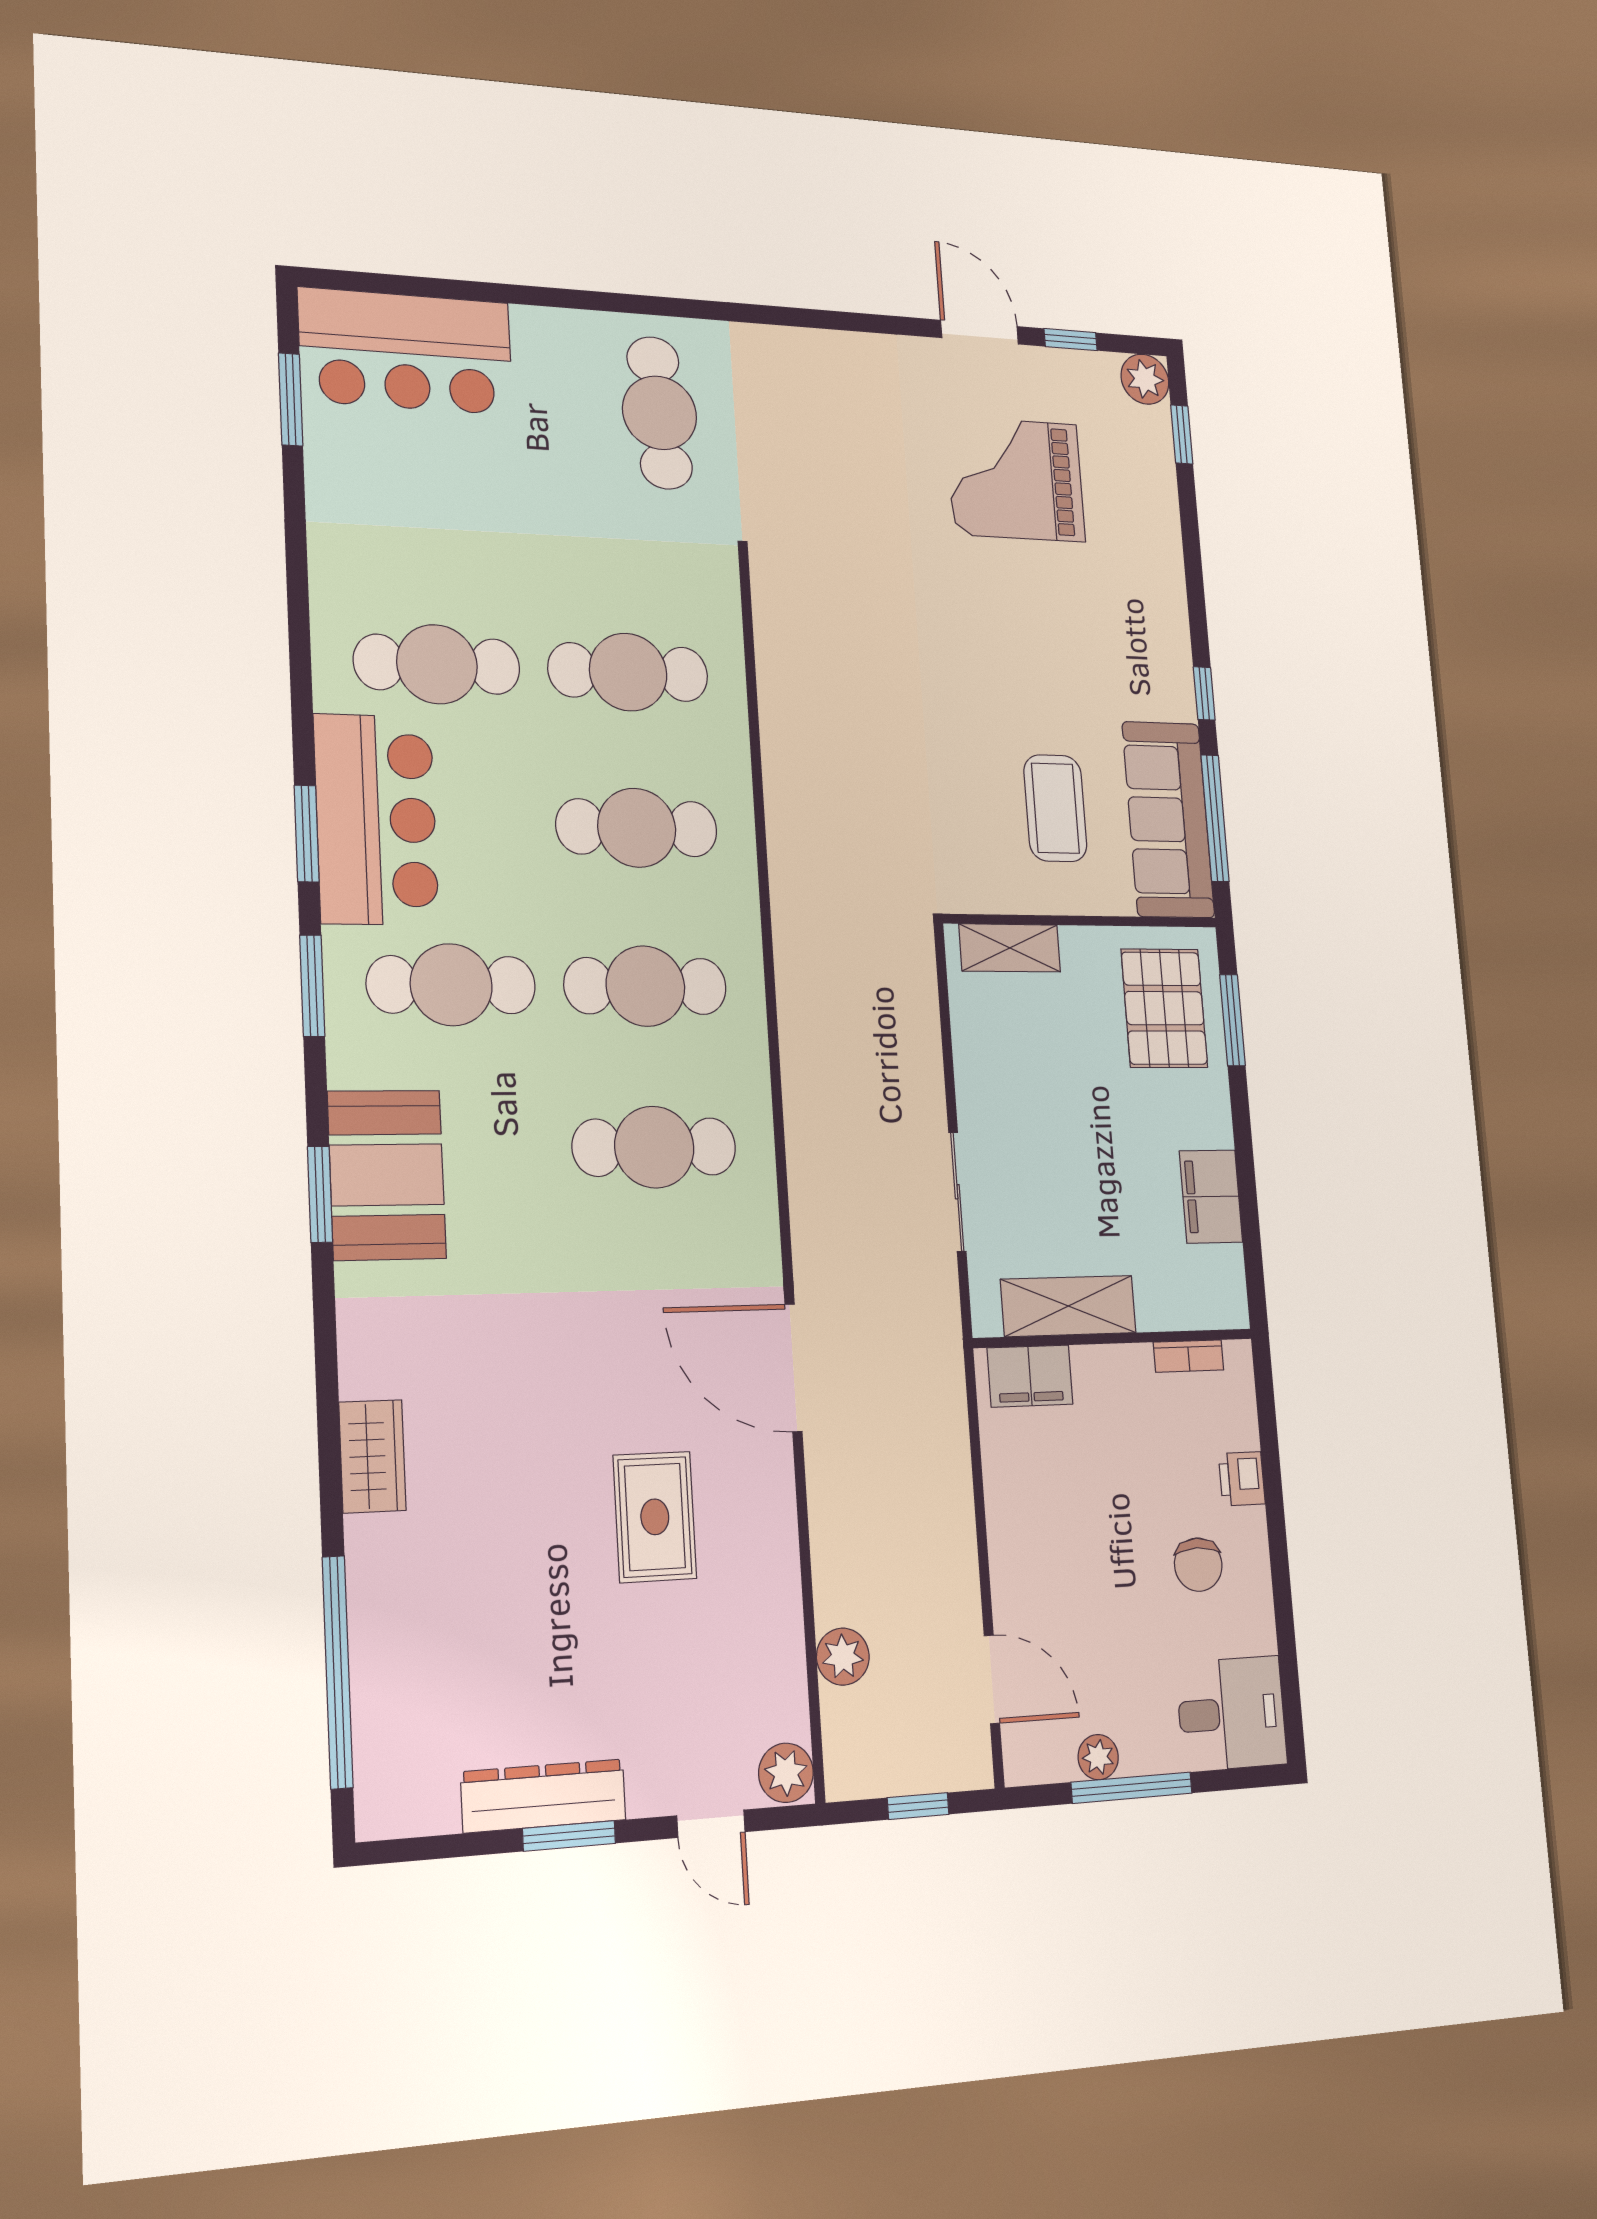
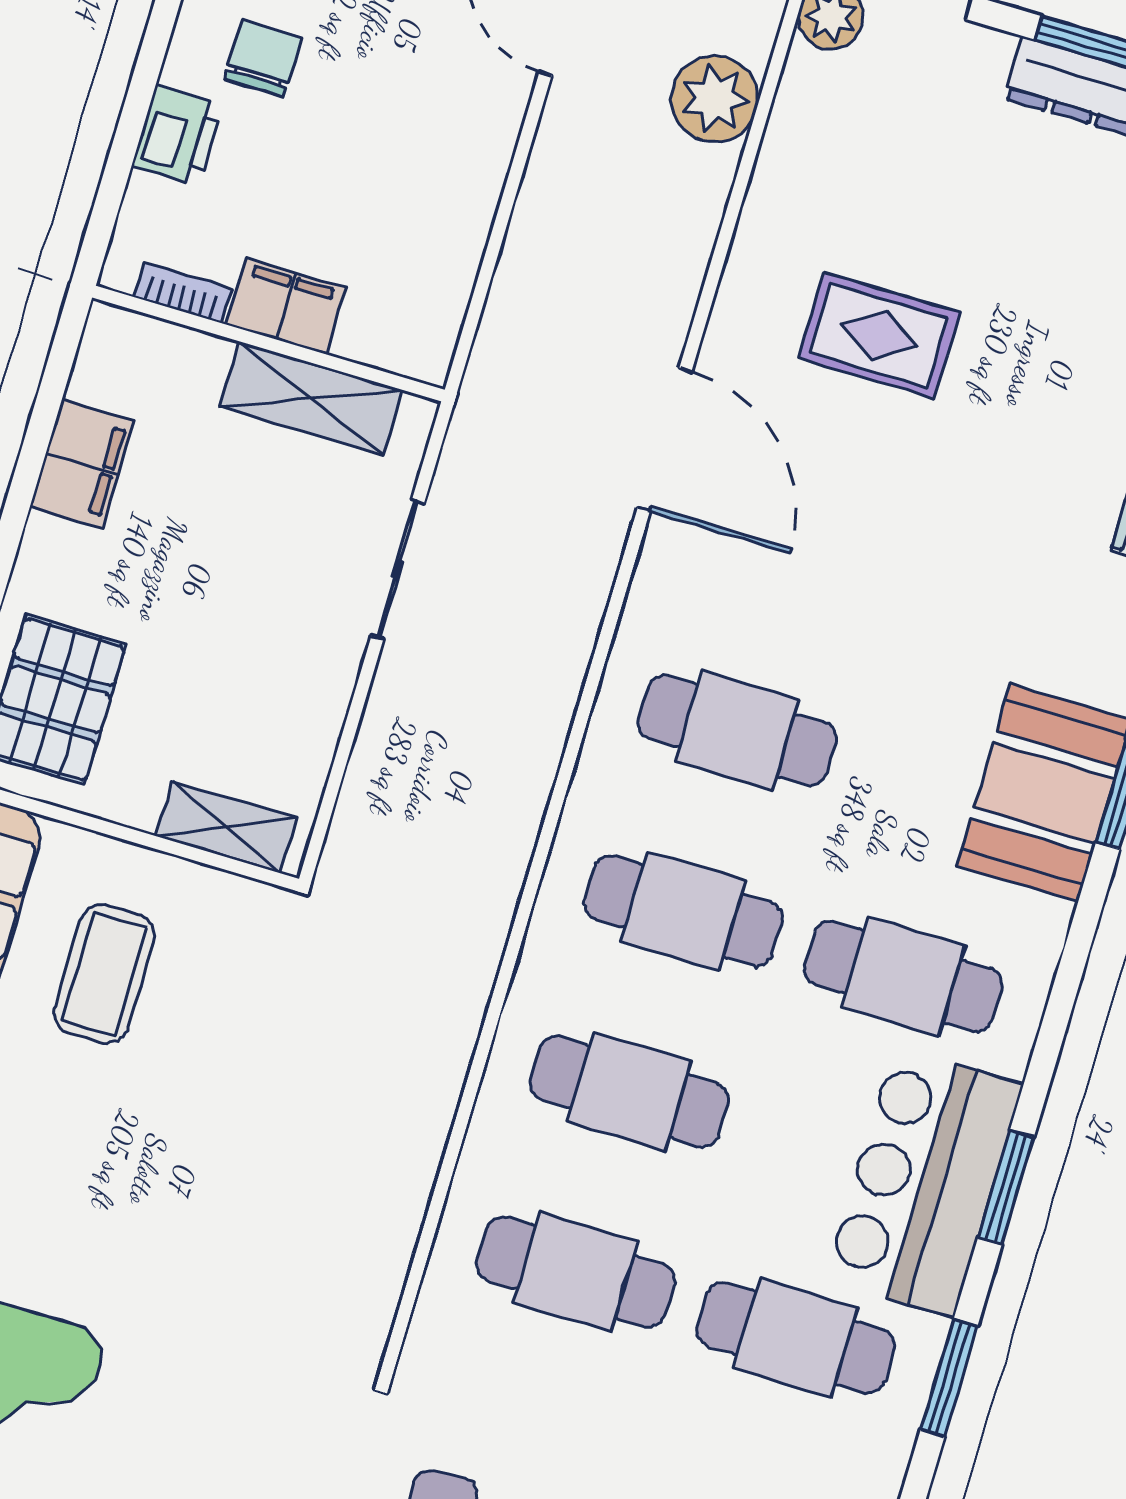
window: (312, 986) -> (949, 1378), moved
filing cabinet: (1030, 1376) -> (286, 306), moved
printer: (1242, 1479) -> (177, 136), width x1.36, depth x1.24
rug: (655, 1517) -> (879, 335), turned 90
plant: (843, 1657) -> (715, 99), width x1.36, depth x1.36

